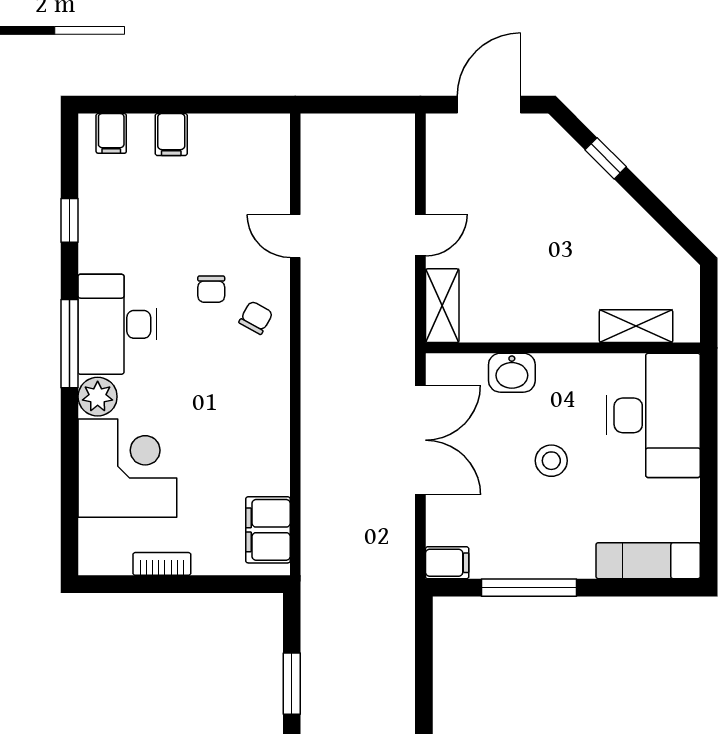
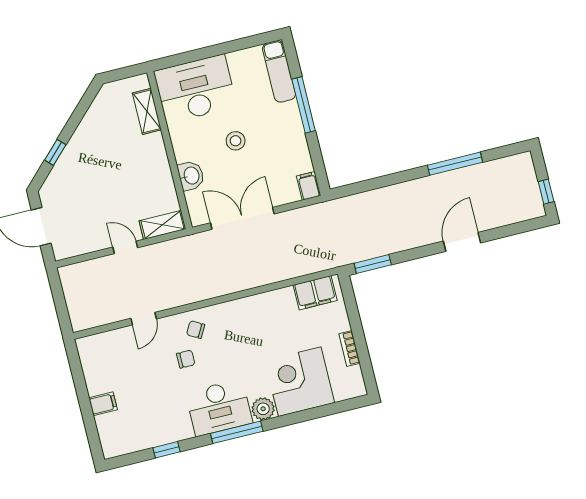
filing cabinet: (111, 133) -> (111, 438), removed
window: (529, 588) -> (304, 105), moved
window: (292, 684) -> (373, 264), moved

